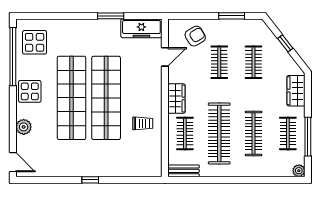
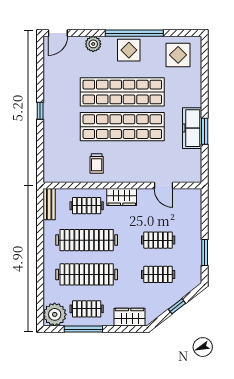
freezer: (141, 28) -> (192, 128), moved
armchair: (195, 36) -> (184, 216), removed
window: (13, 57) -> (134, 33), moved
clothes rail: (254, 133) -> (87, 274), width x1.37, depth x1.31
plant: (299, 171) -> (55, 314), width x1.87, depth x1.87

